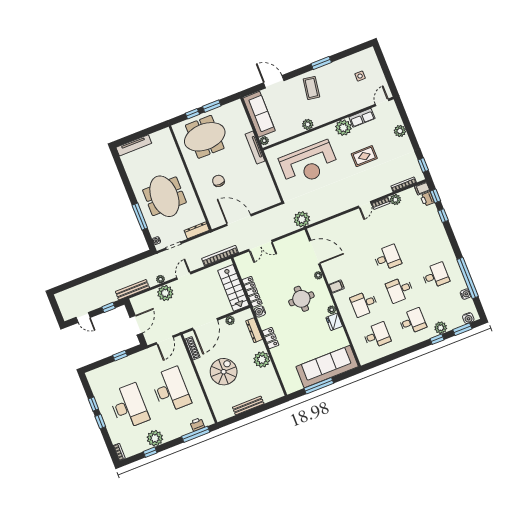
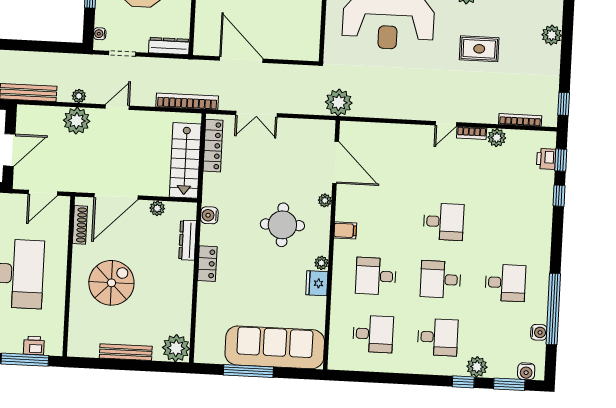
filing cabinet: (422, 188) -> (546, 139), removed
locker: (252, 292) -> (213, 146), moved
plant: (262, 360) -> (176, 348), moved

